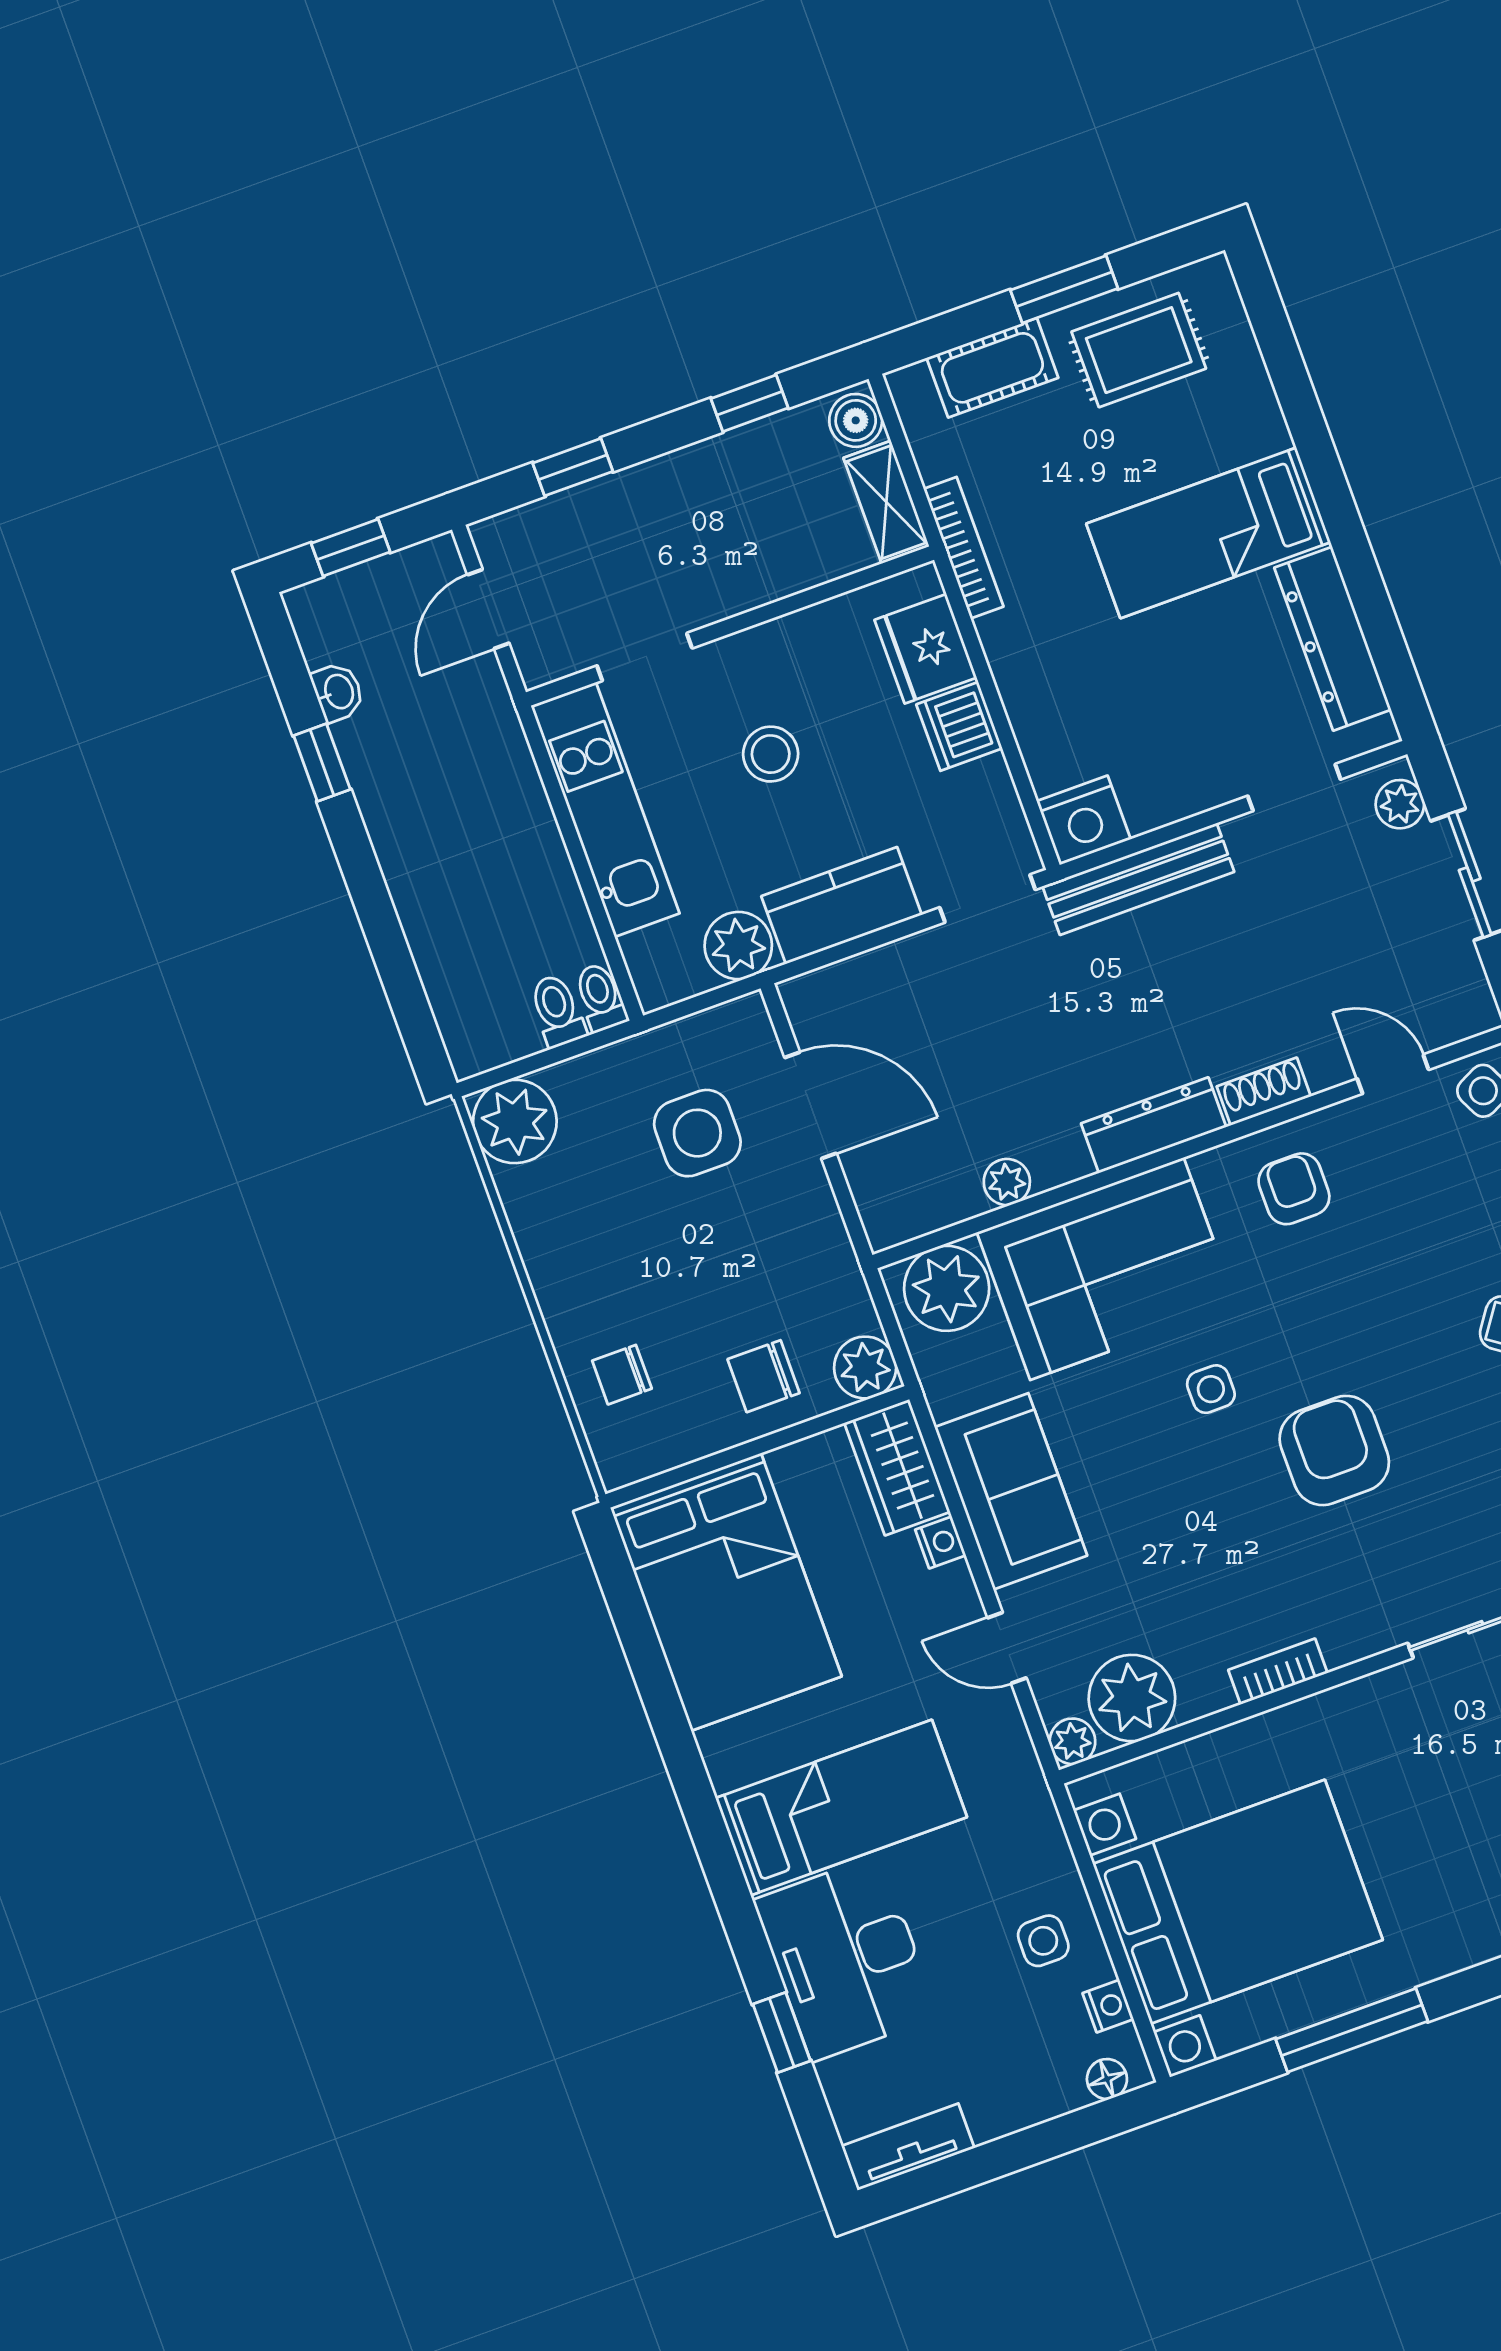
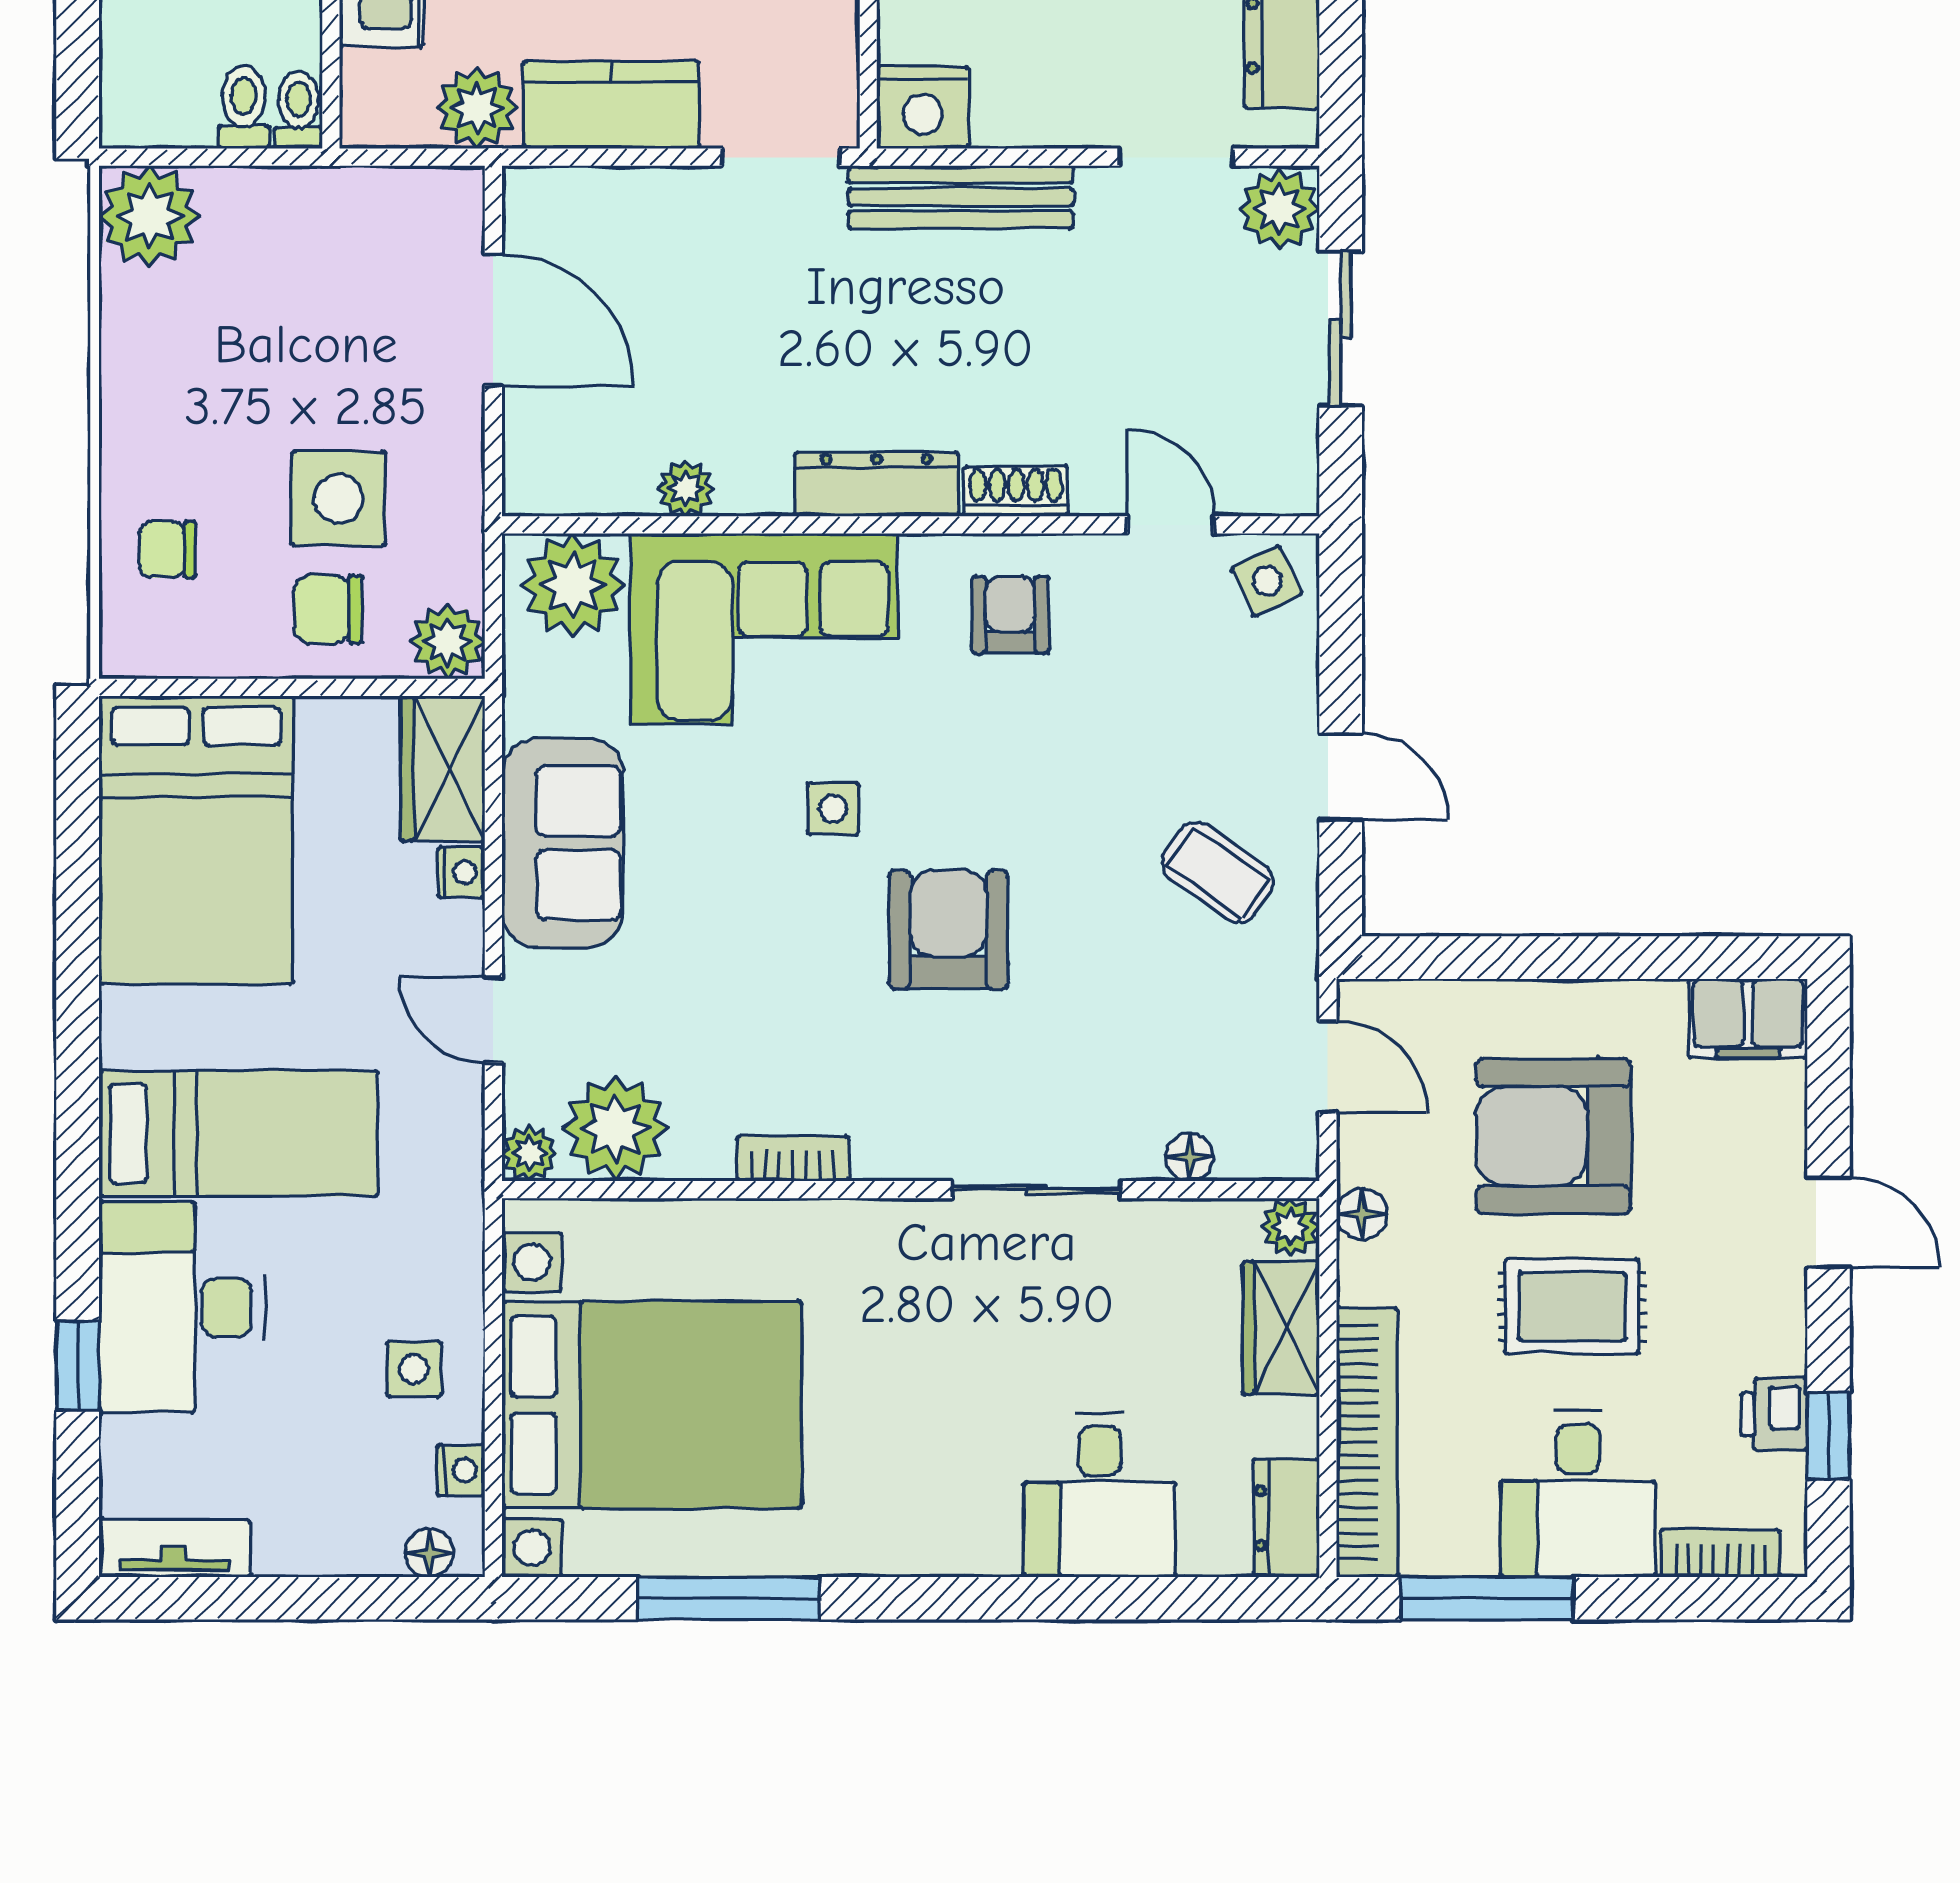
plant: (1400, 804) -> (1279, 209), width x1.38, depth x1.38
side table: (697, 1133) -> (339, 499), moved

